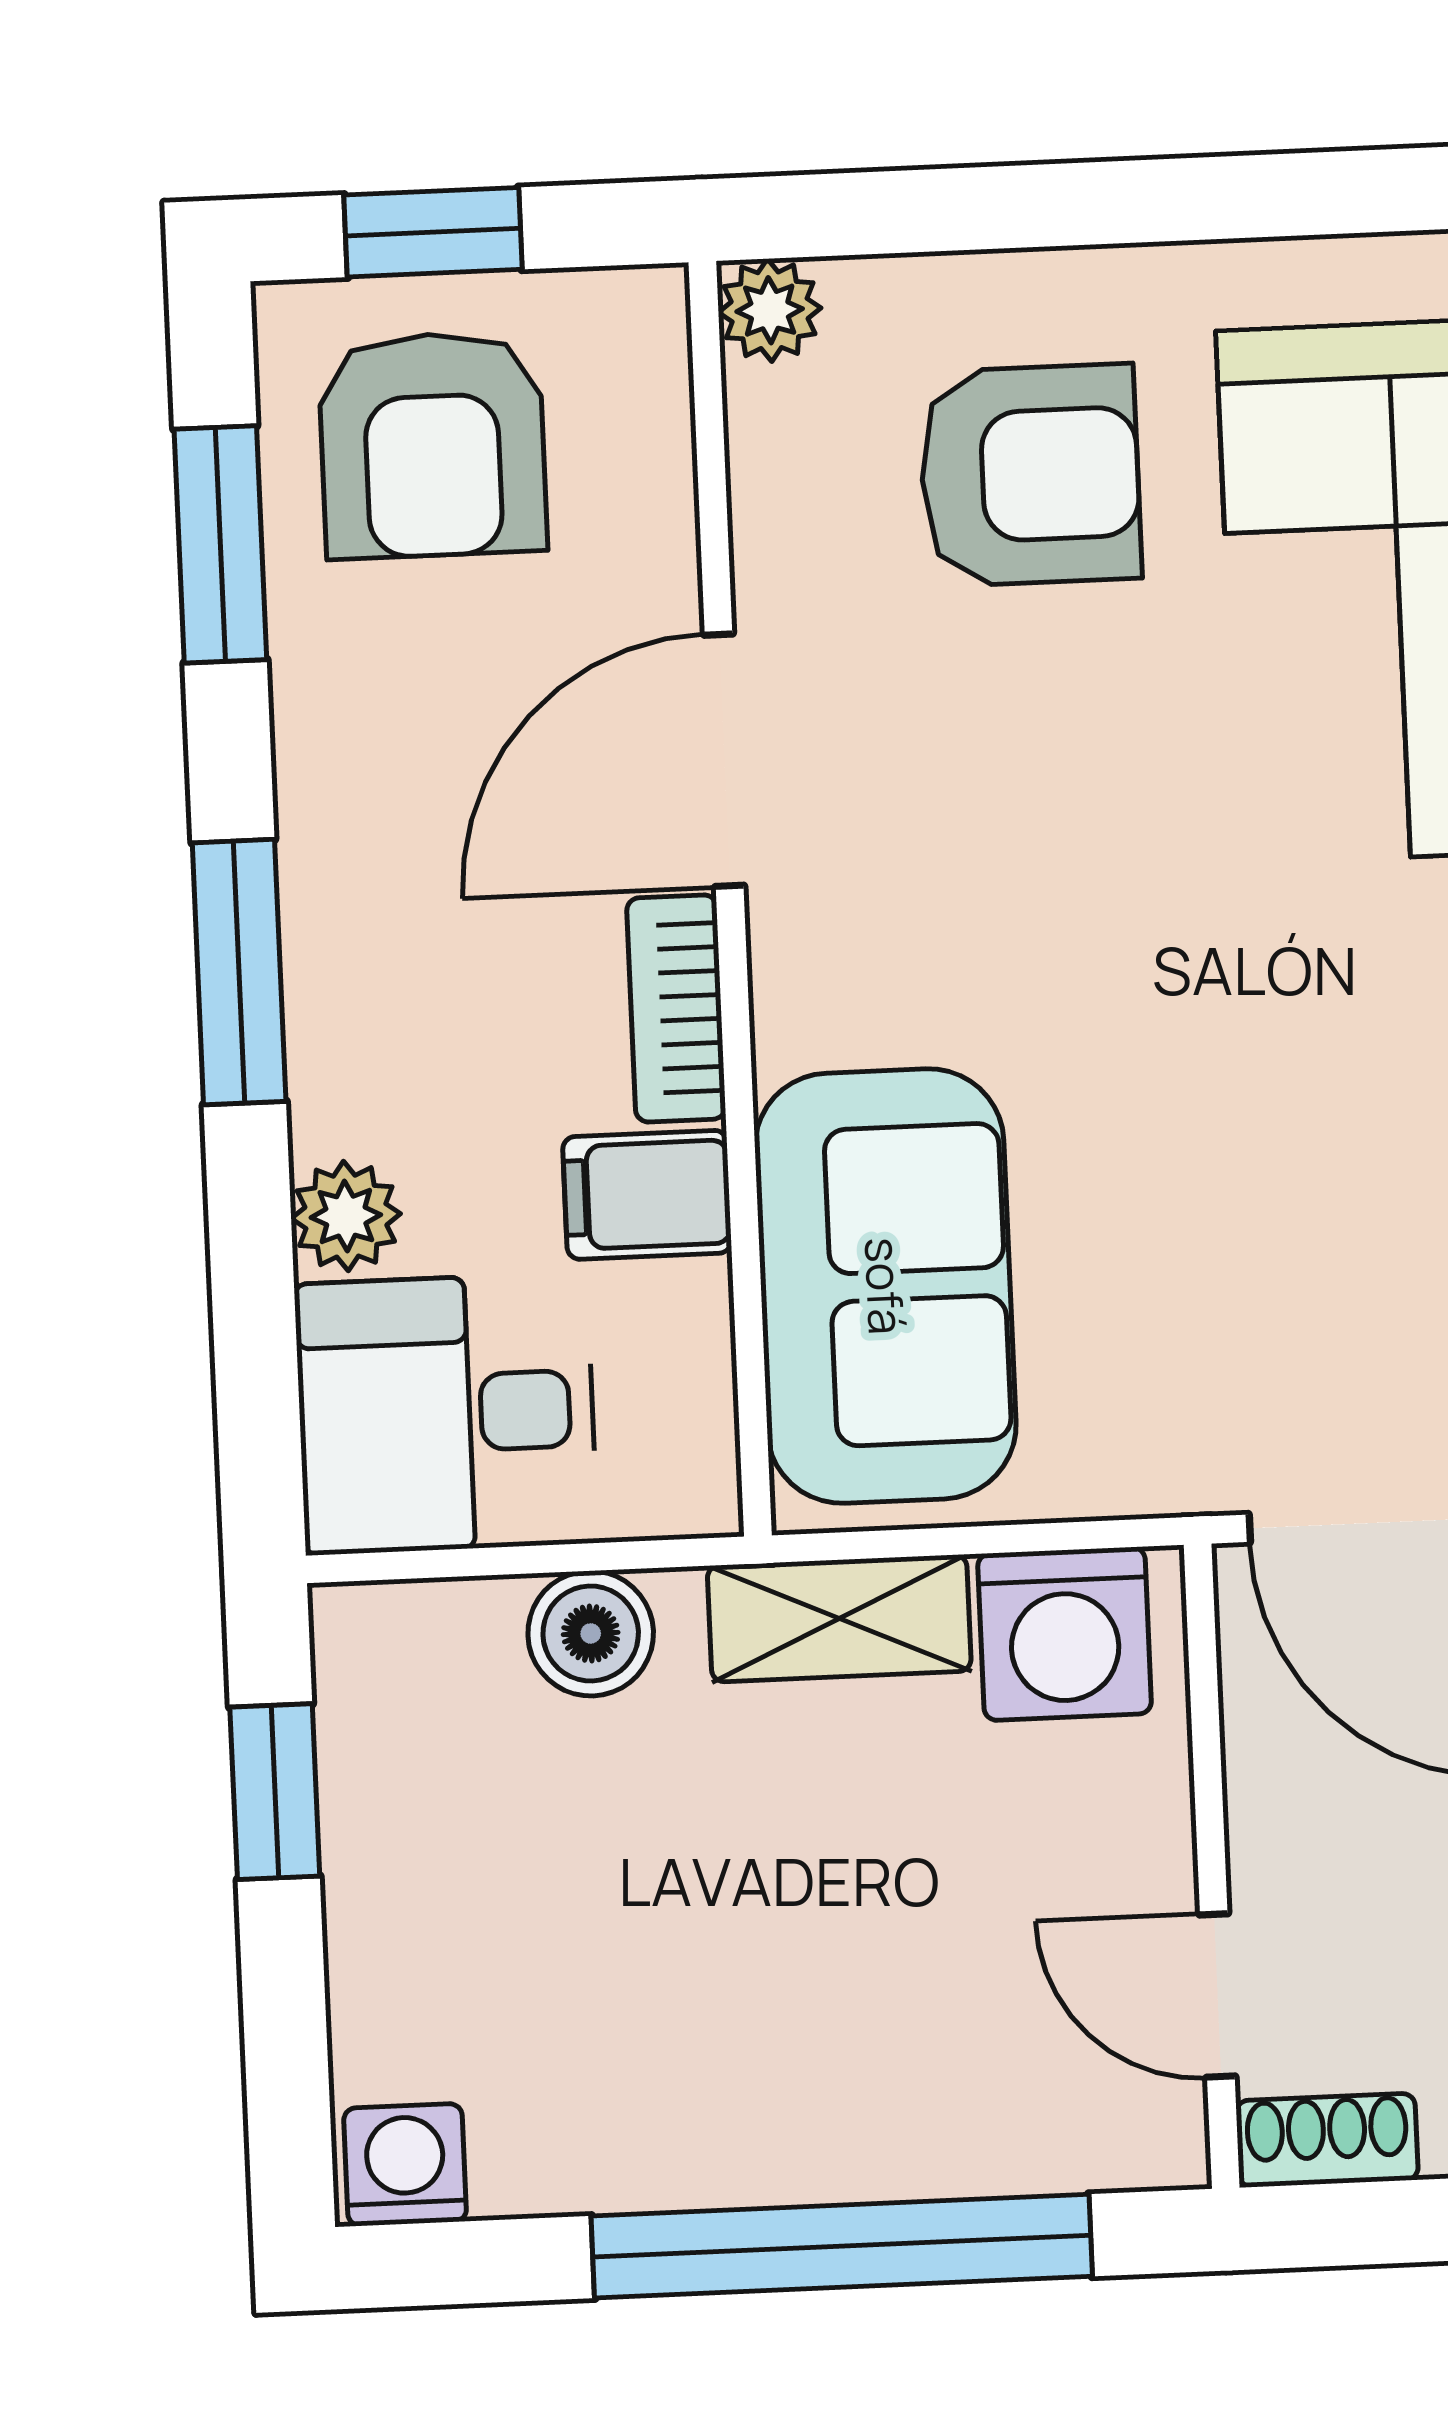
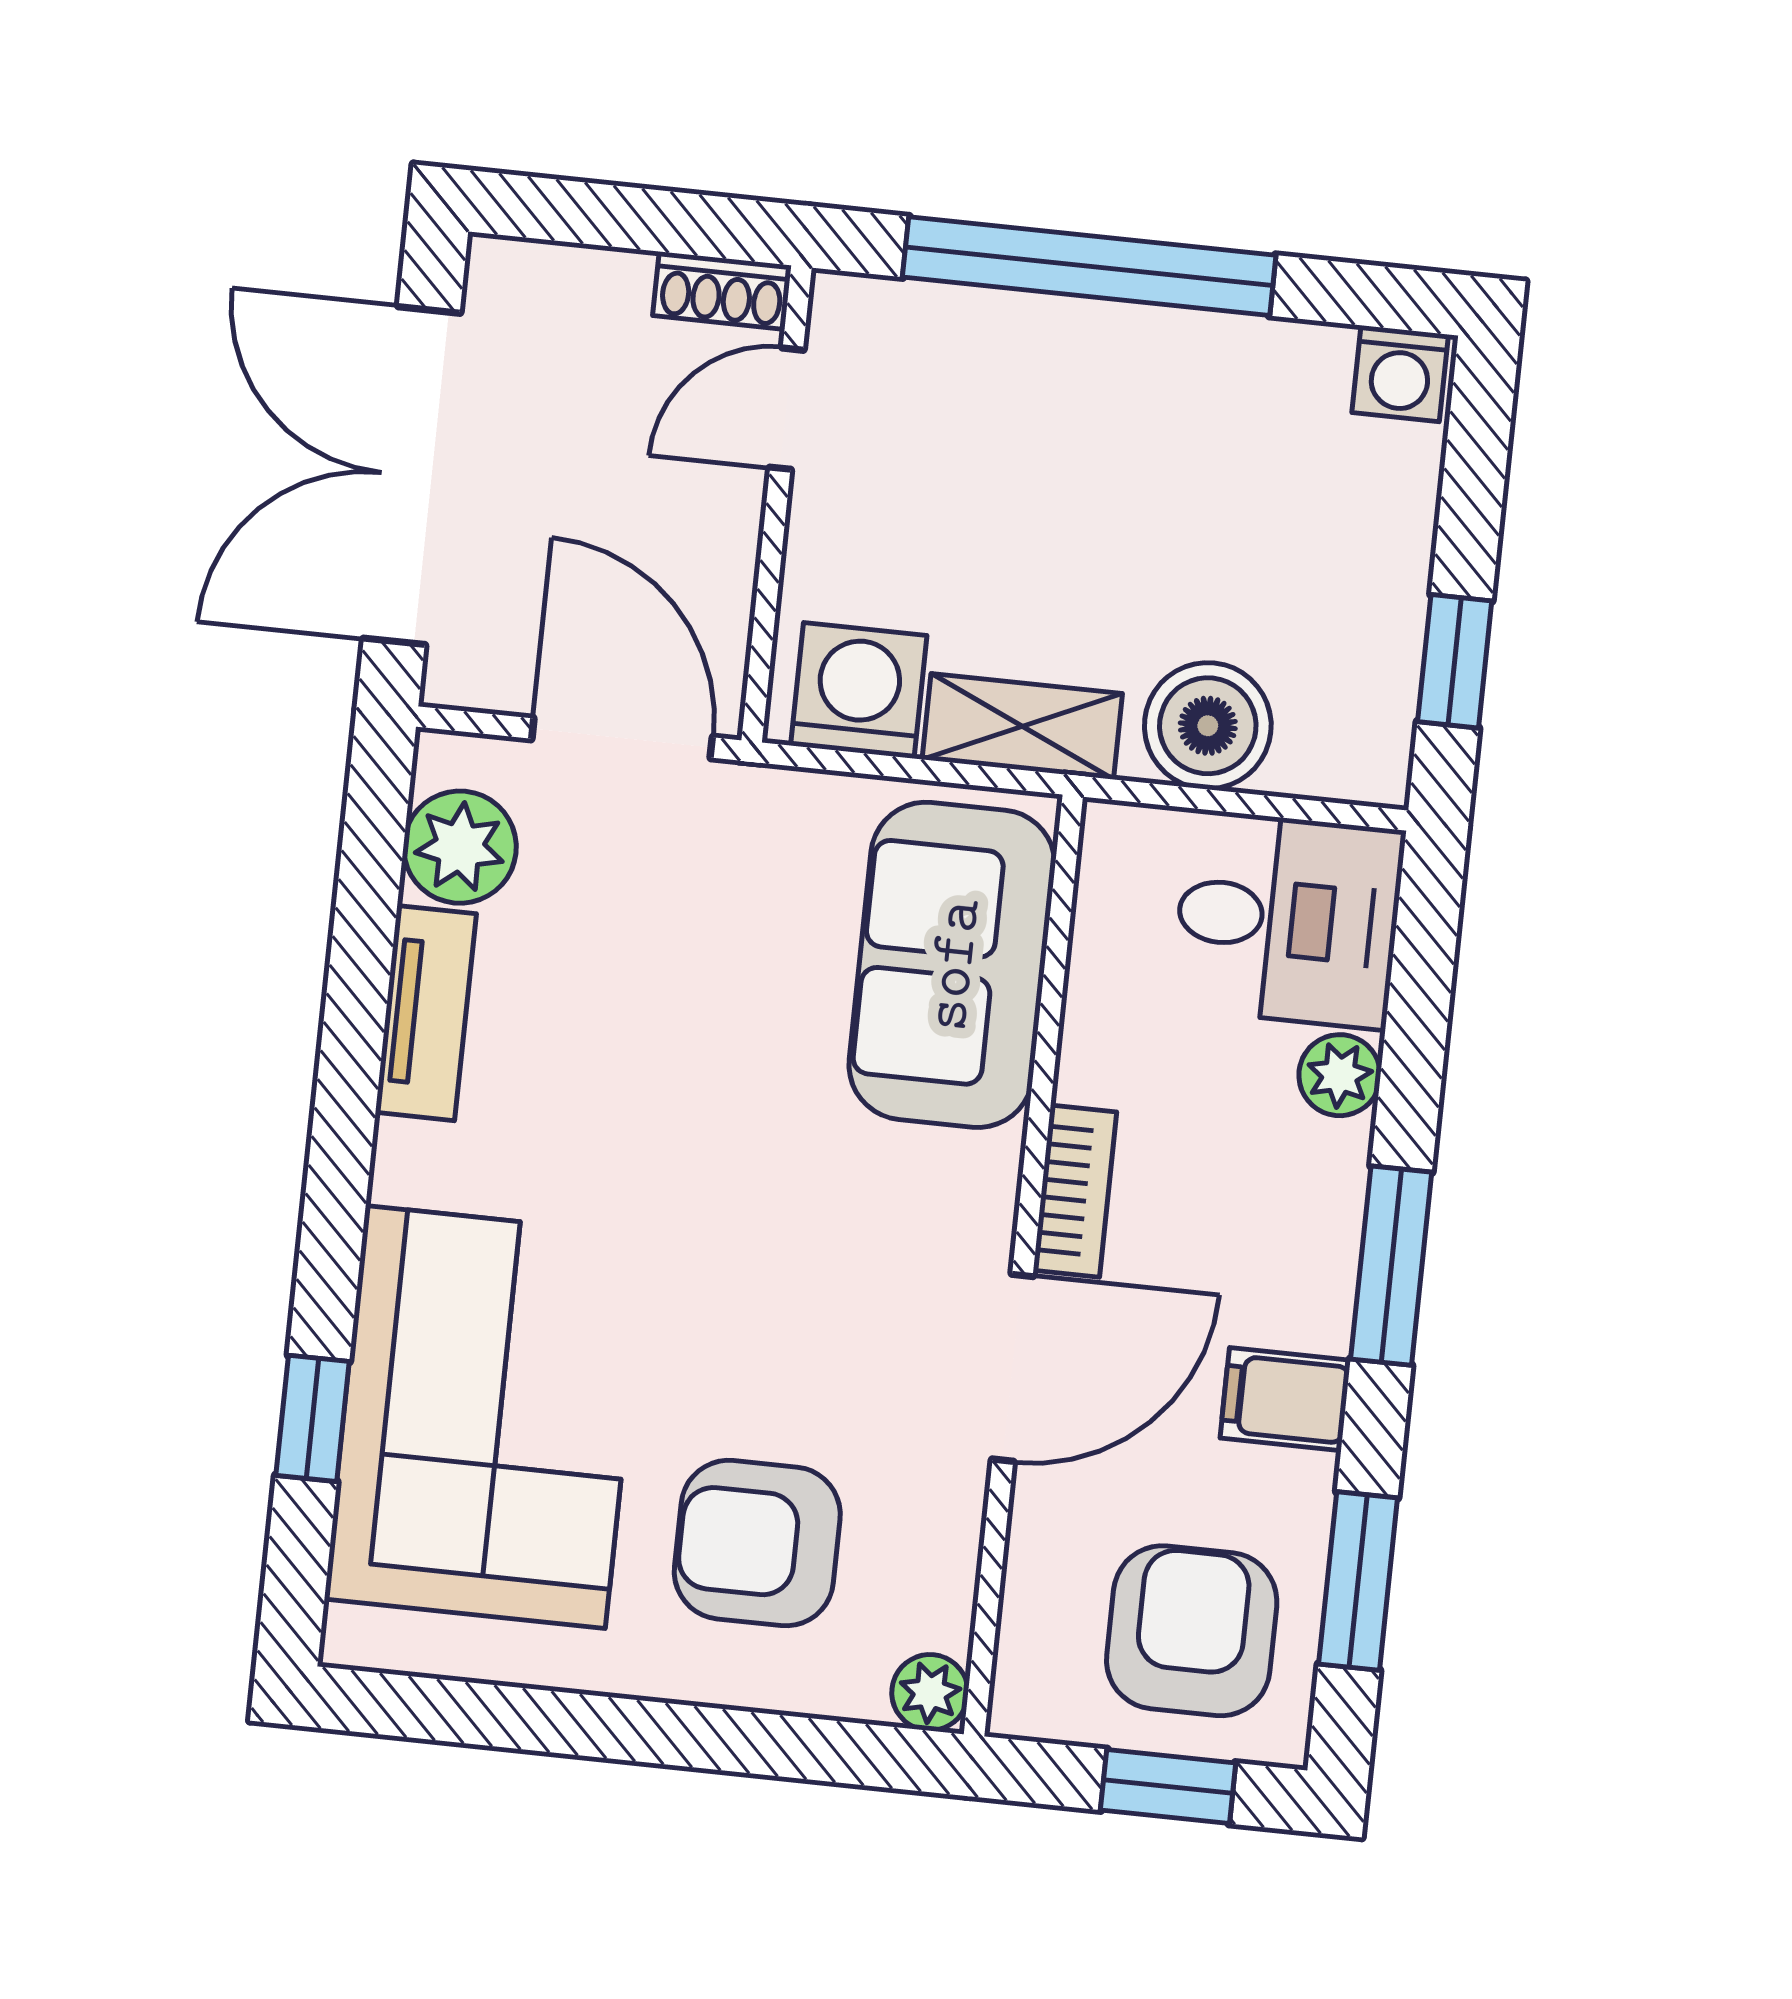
filing cabinet: (647, 1195) -> (1285, 1399), moved, turned 180
boiler: (591, 1633) -> (1208, 726), width x1.36, depth x1.36
door: (1217, 1996) -> (787, 409), swing flipped

